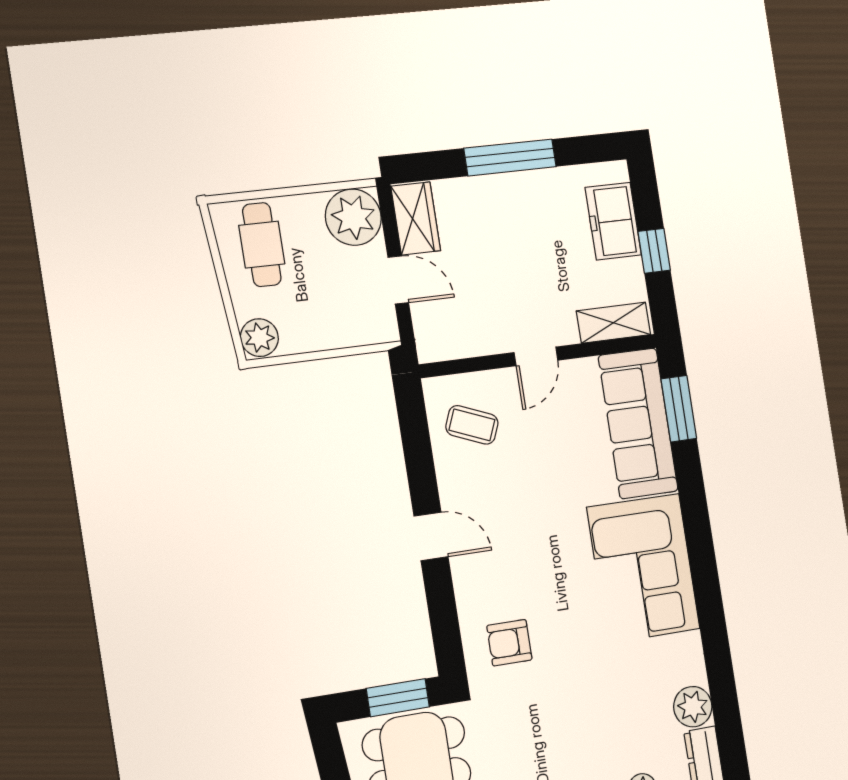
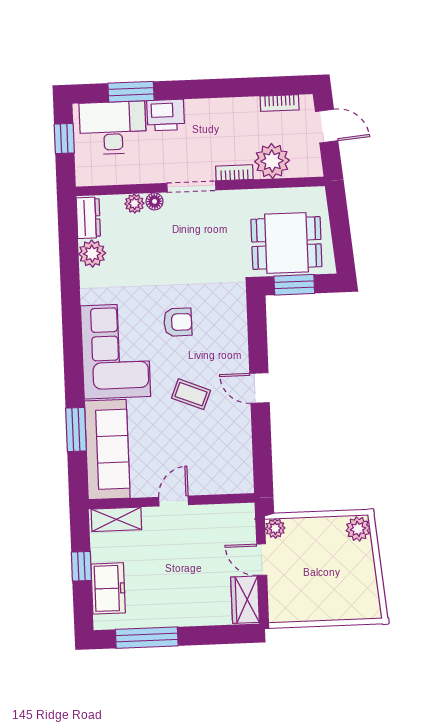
window: (510, 157) -> (147, 638), moved
plant: (353, 217) -> (275, 528), moved, width x0.53, depth x0.53
cafe table: (262, 245) -> (350, 589), removed
window: (679, 409) -> (76, 429), moved
coffee table: (472, 425) -> (191, 394), moved
armchair: (509, 643) -> (178, 322), moved

